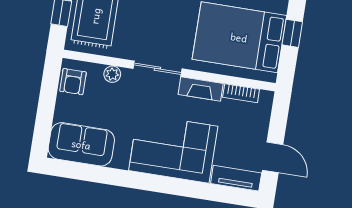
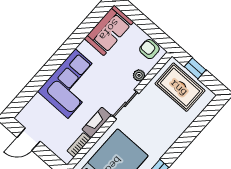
tv unit: (236, 178) -> (30, 110), removed

